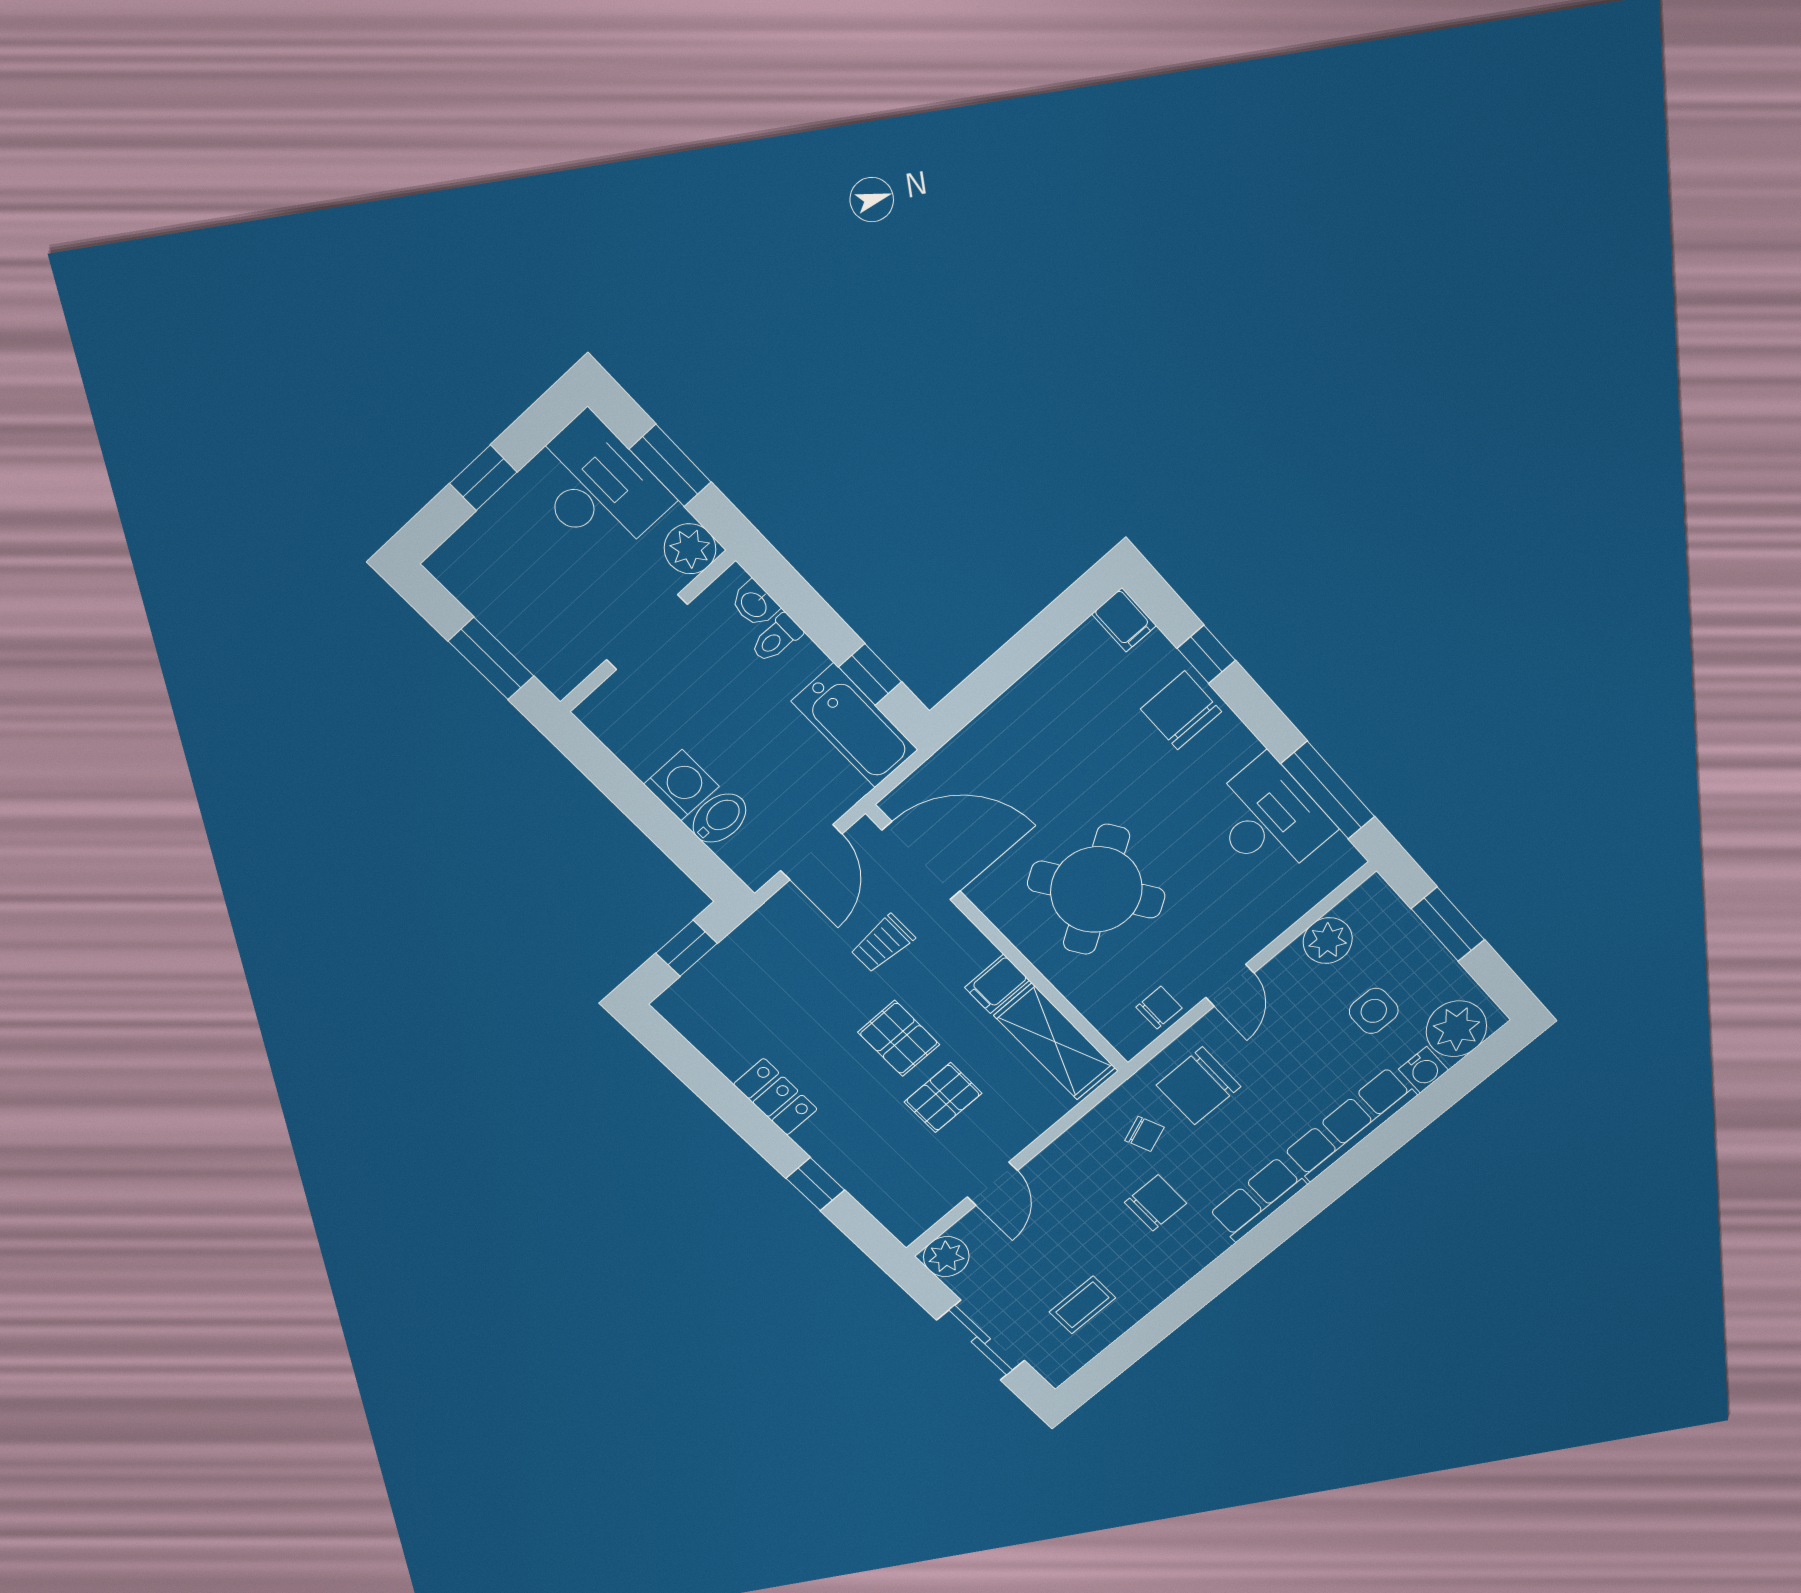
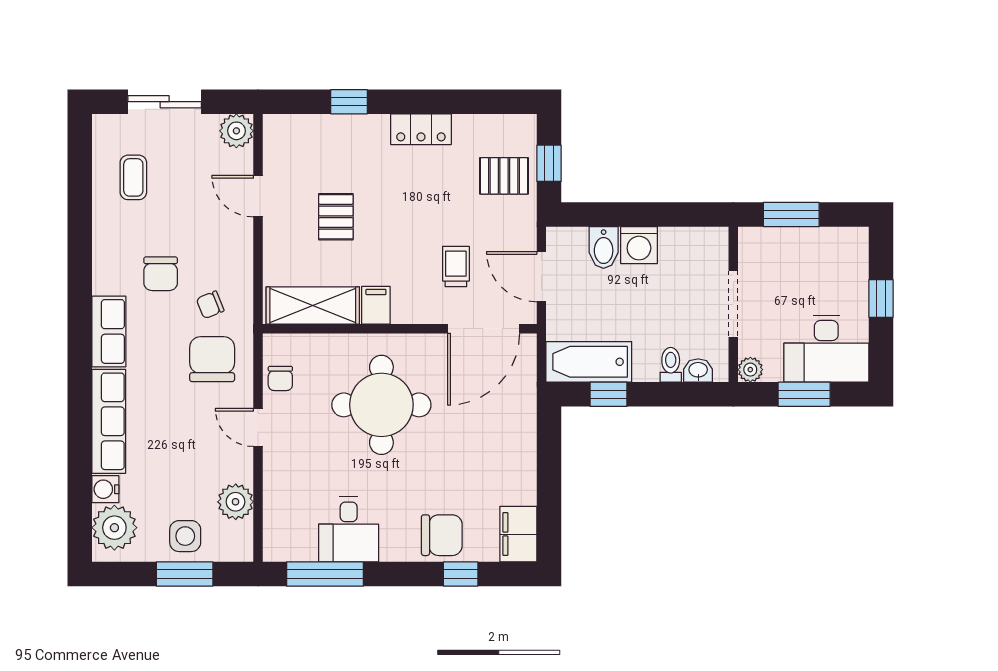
plant: (690, 549) -> (750, 370), width x0.73, depth x0.73
filing cabinet: (1124, 620) -> (518, 534), width x2.00
desk: (1269, 819) -> (349, 529), width x0.73
round table: (1096, 890) -> (381, 405), turned 33
side table: (1374, 1011) -> (185, 536), moved
pallet: (899, 1038) -> (504, 176), moved

